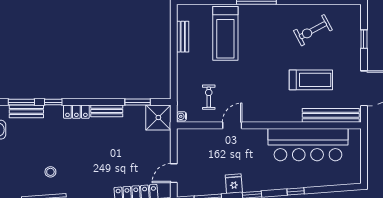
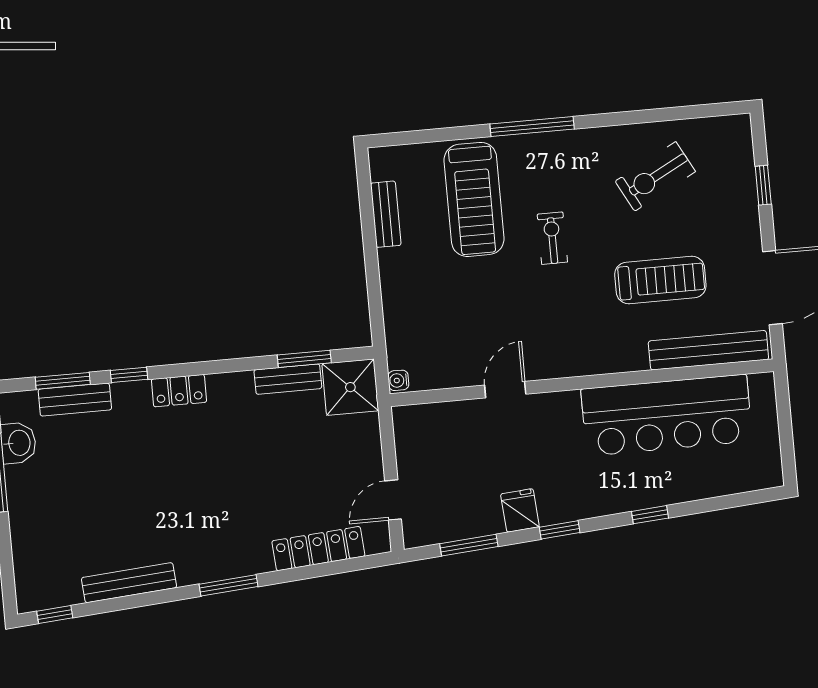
exercise bike: (209, 97) -> (552, 238), moved
bench: (107, 111) -> (288, 379), moved
stool: (50, 172) -> (136, 521), removed

